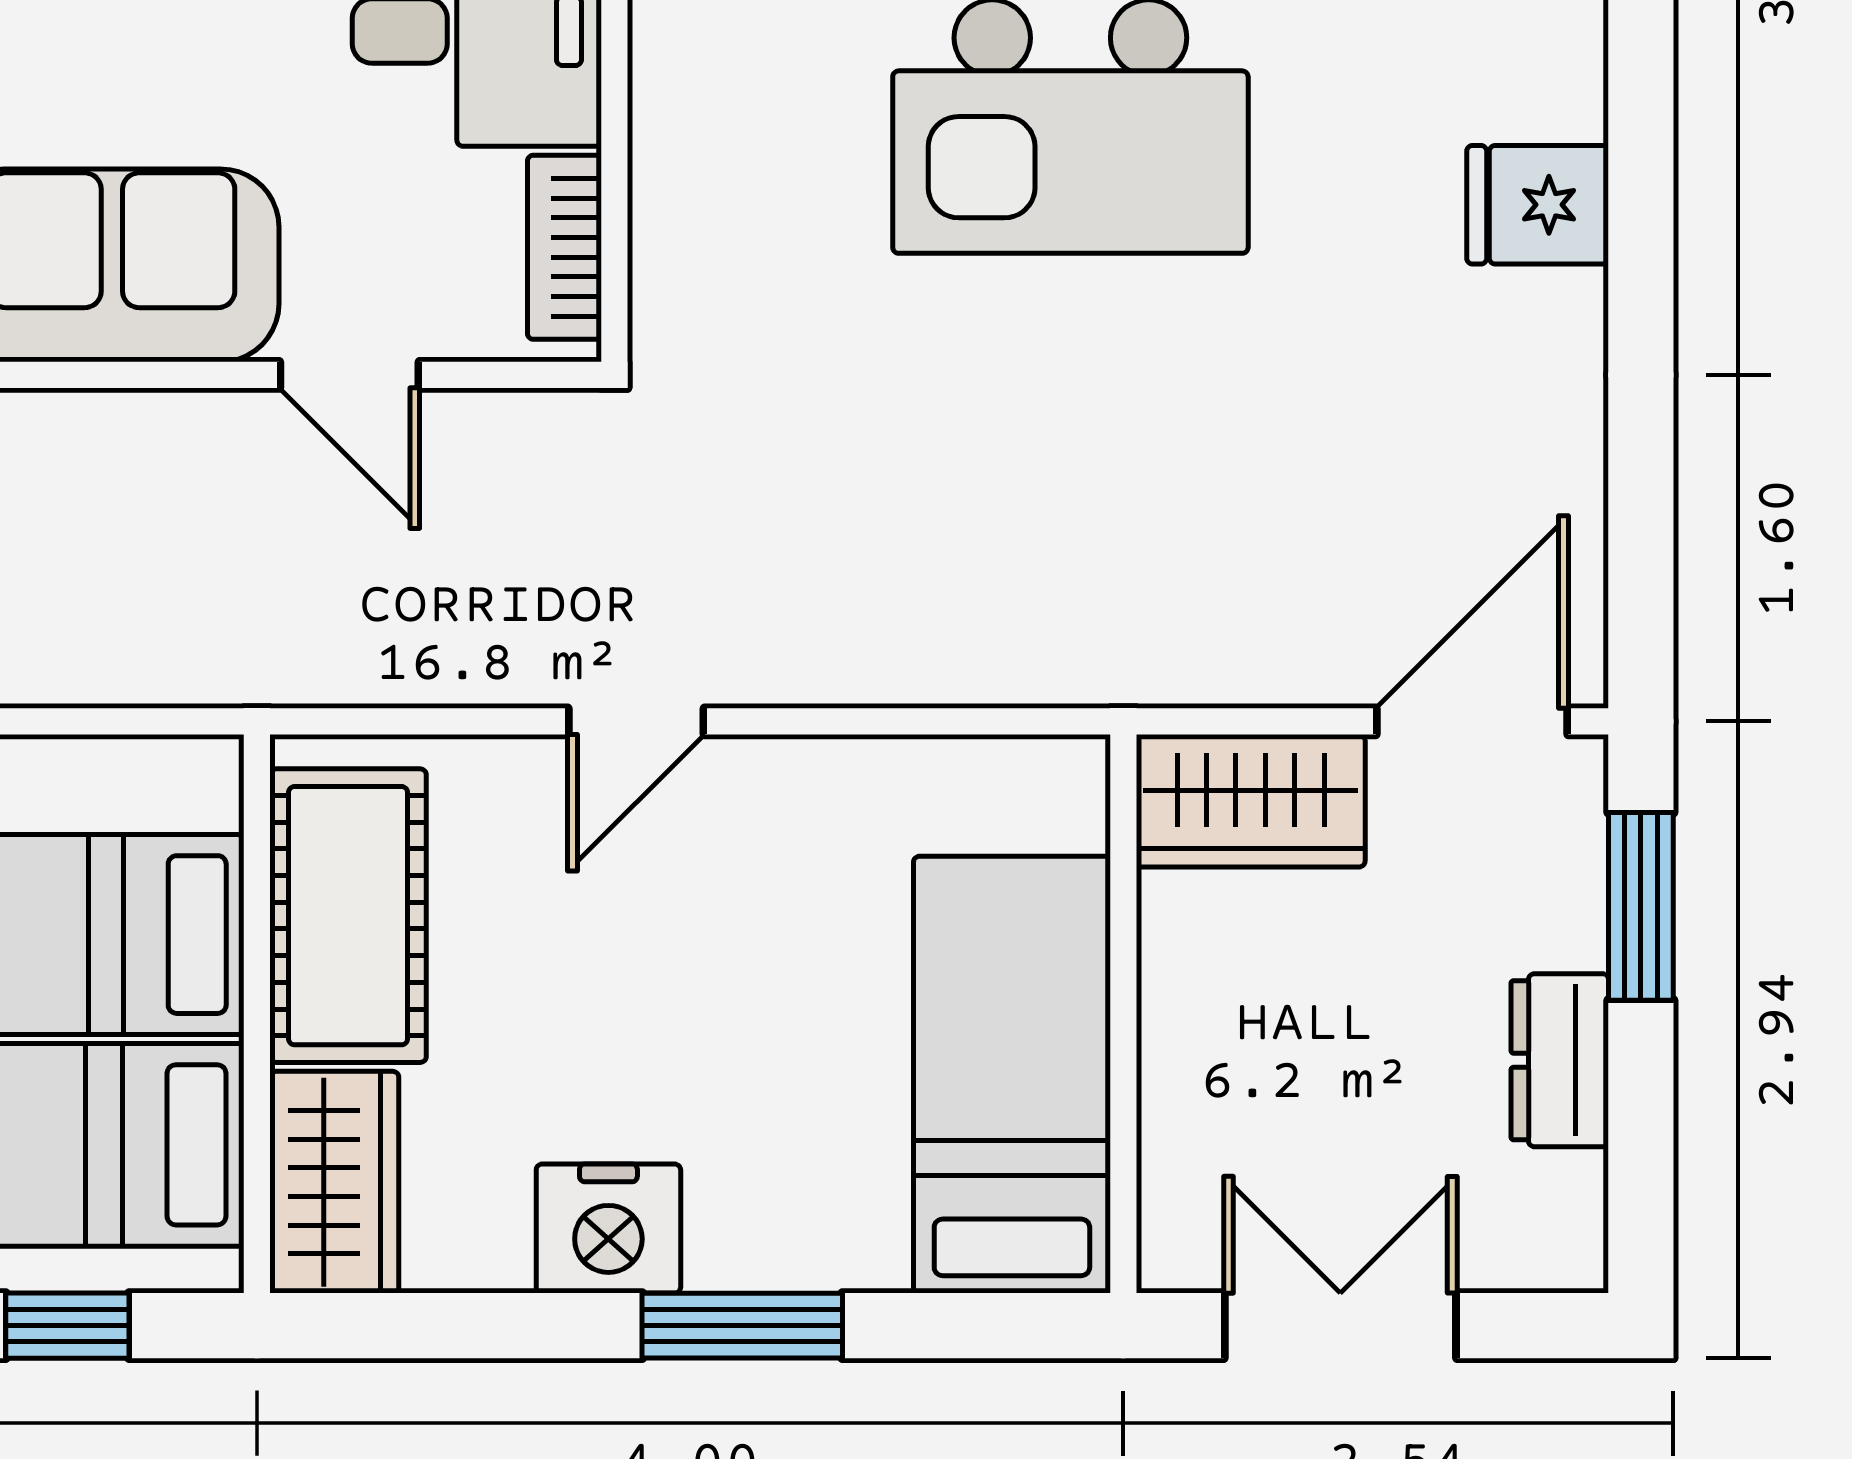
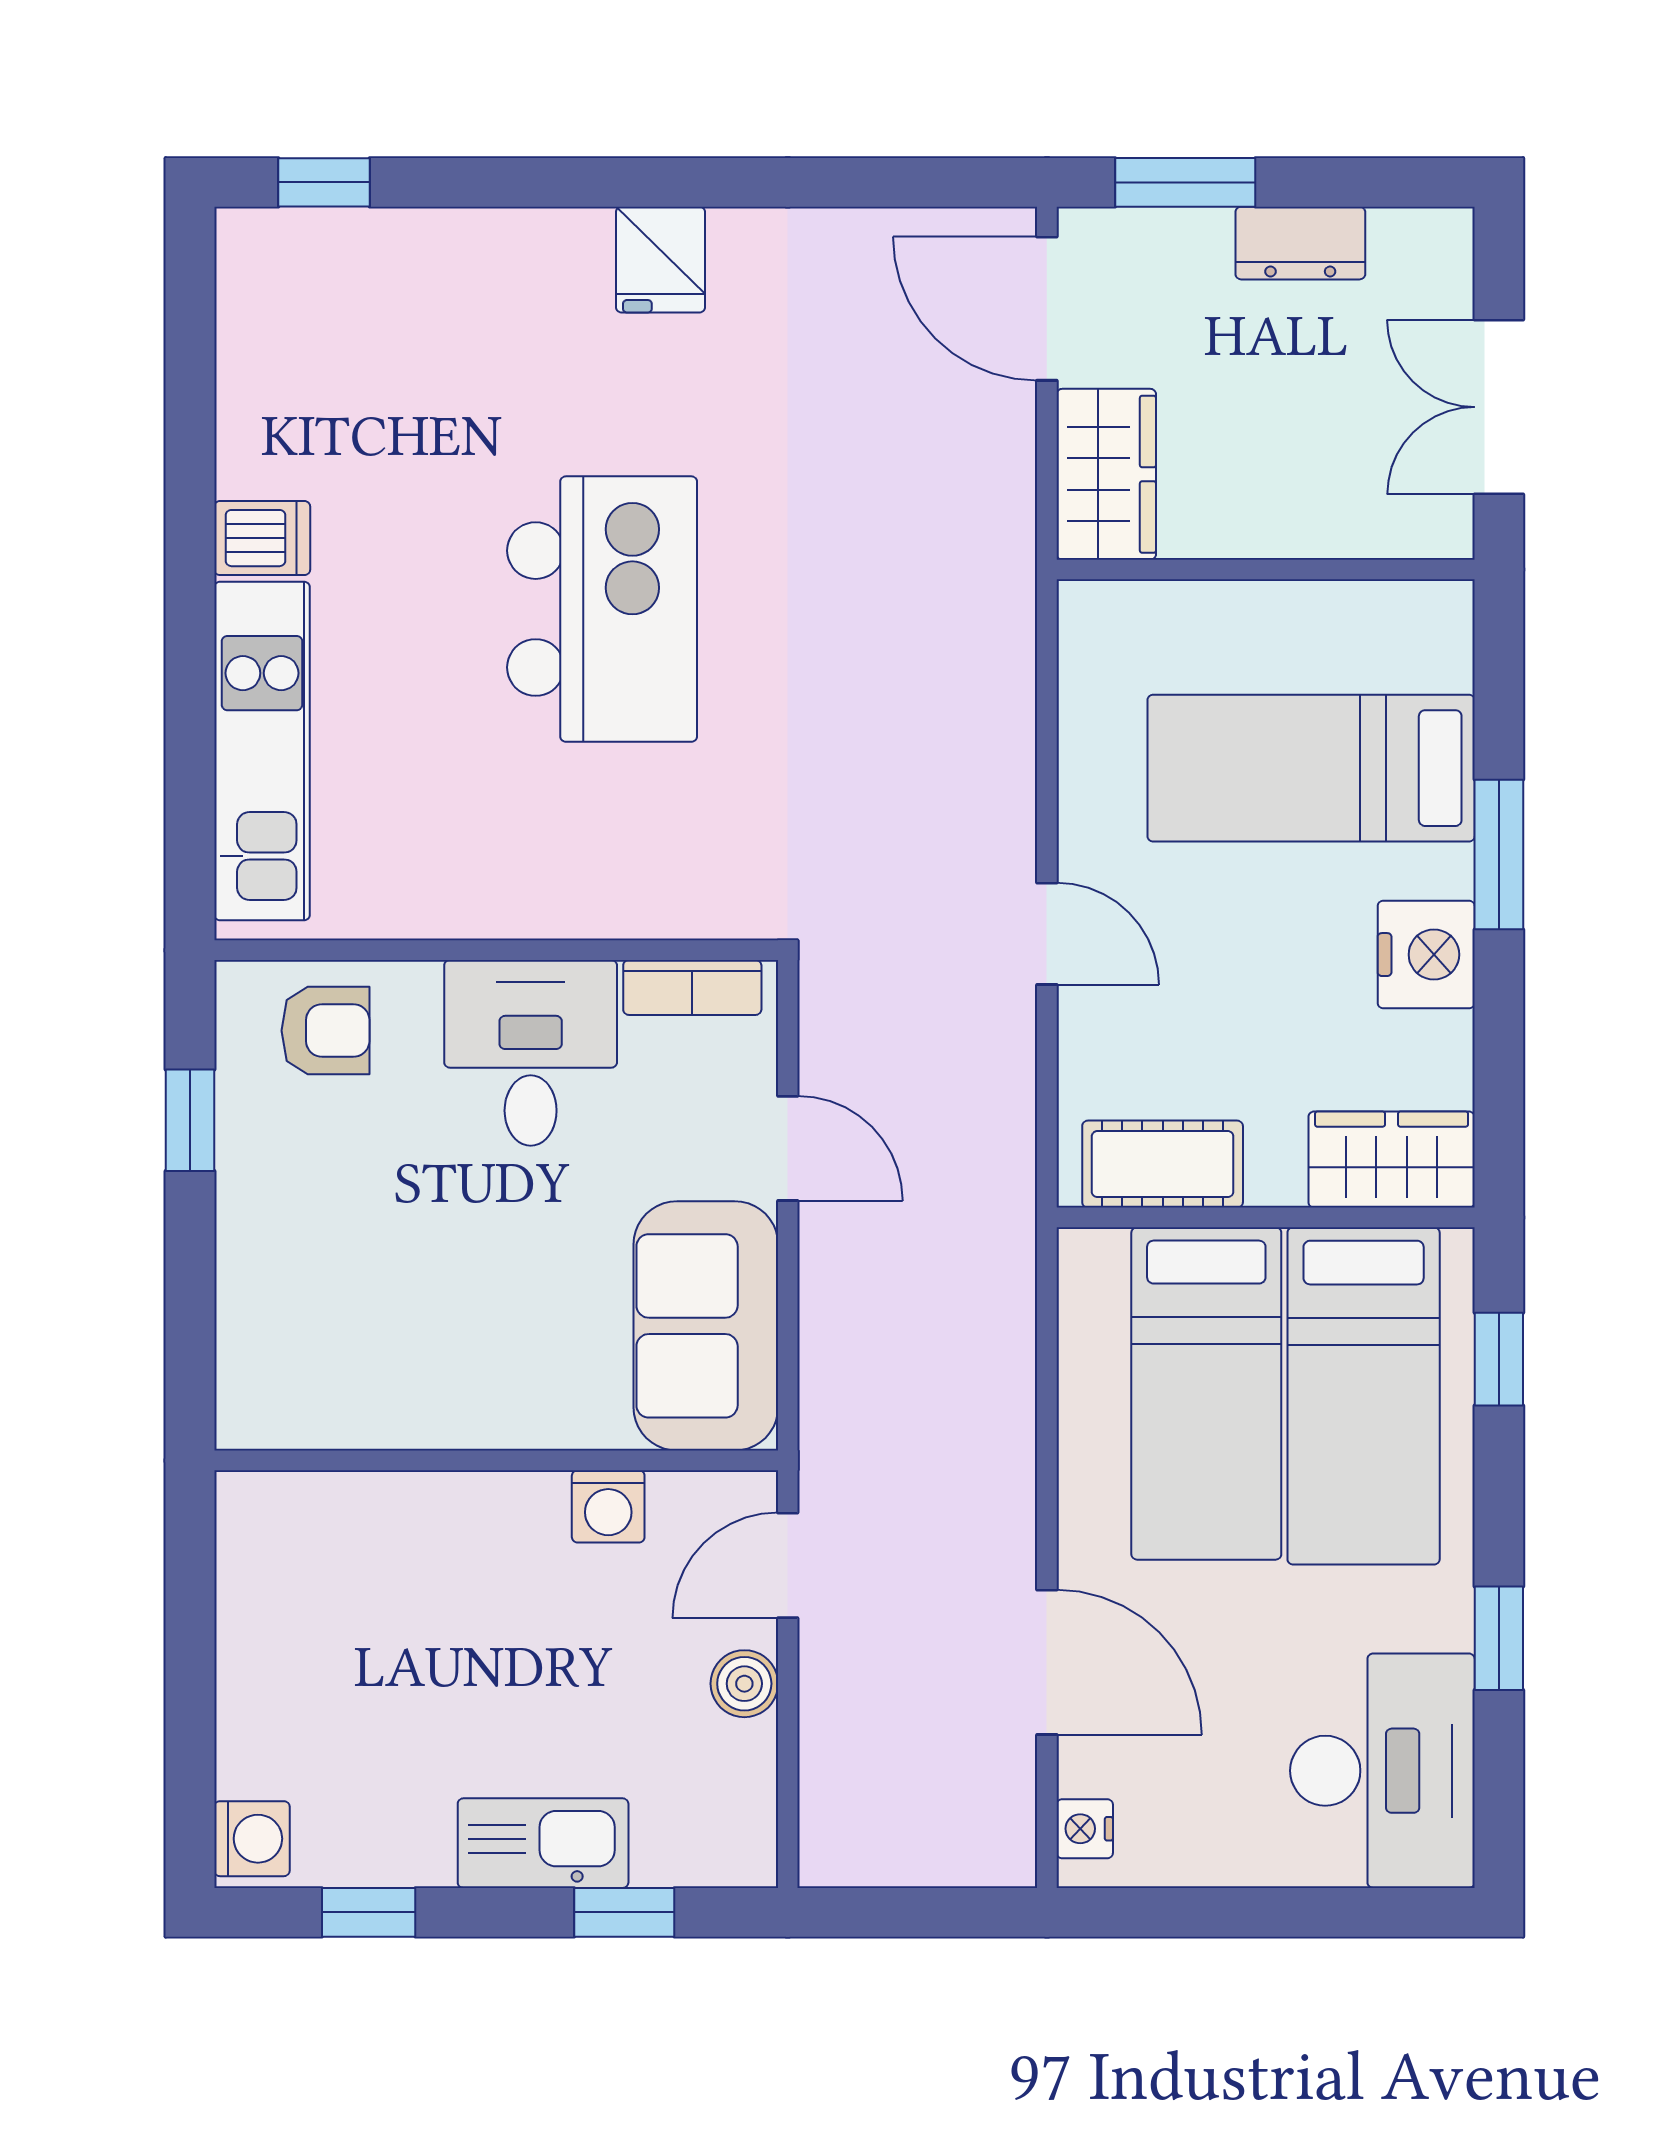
door: (349, 375) -> (788, 1148), hinge flipped
cot: (348, 916) -> (1163, 1164), width x0.73, depth x0.75
bed: (1012, 1075) -> (1311, 768), moved

